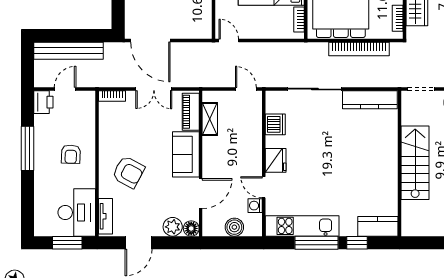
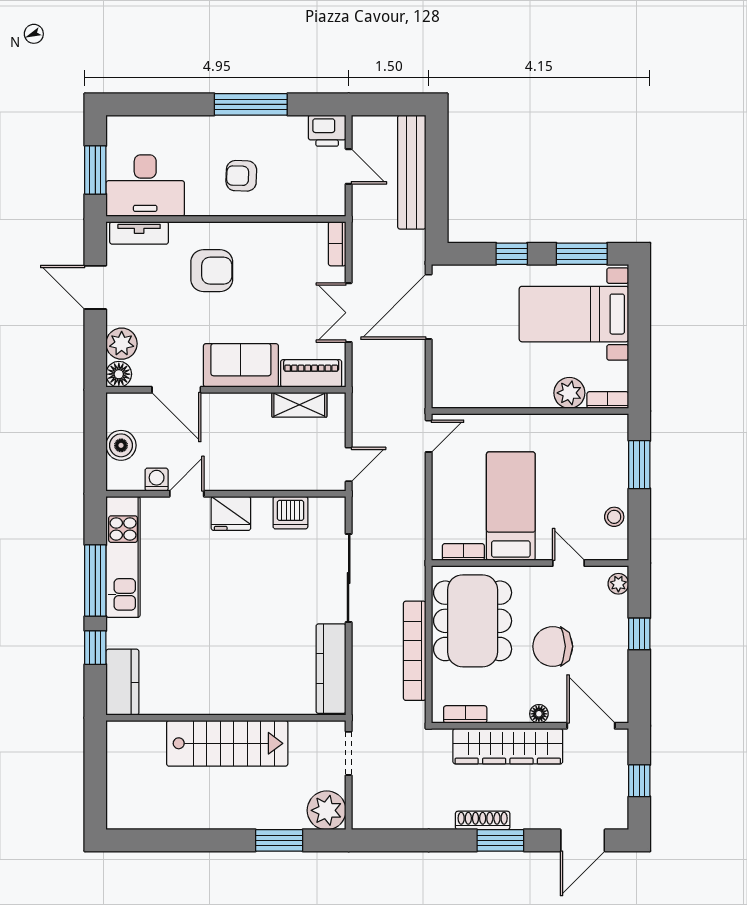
armchair: (128, 172) -> (212, 271), turned -118

